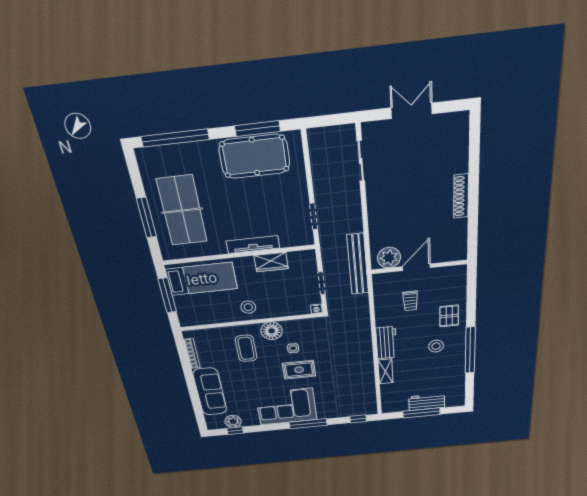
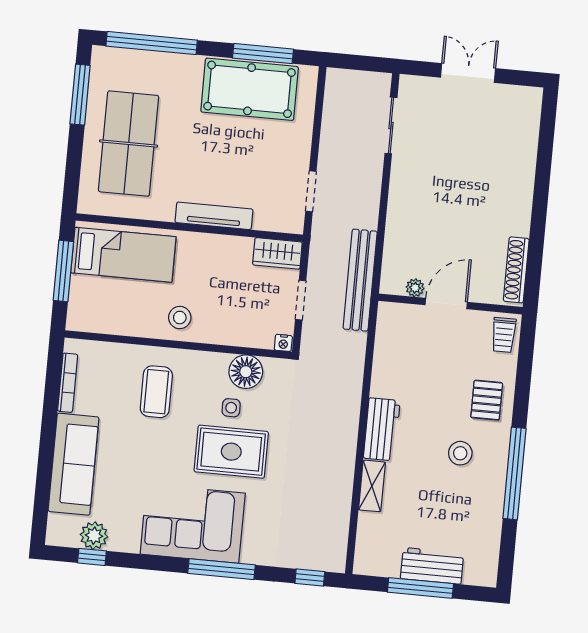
shoe rack: (461, 196) -> (516, 270), moved
window: (146, 218) -> (80, 95), moved
plant: (389, 258) -> (415, 288), width x0.53, depth x0.53
wardrobe: (271, 262) -> (277, 253), moved
trolley: (410, 301) -> (504, 335), moved
floor lamp: (272, 331) -> (246, 372), moved
rug: (299, 370) -> (231, 452), width x1.36, depth x1.43

